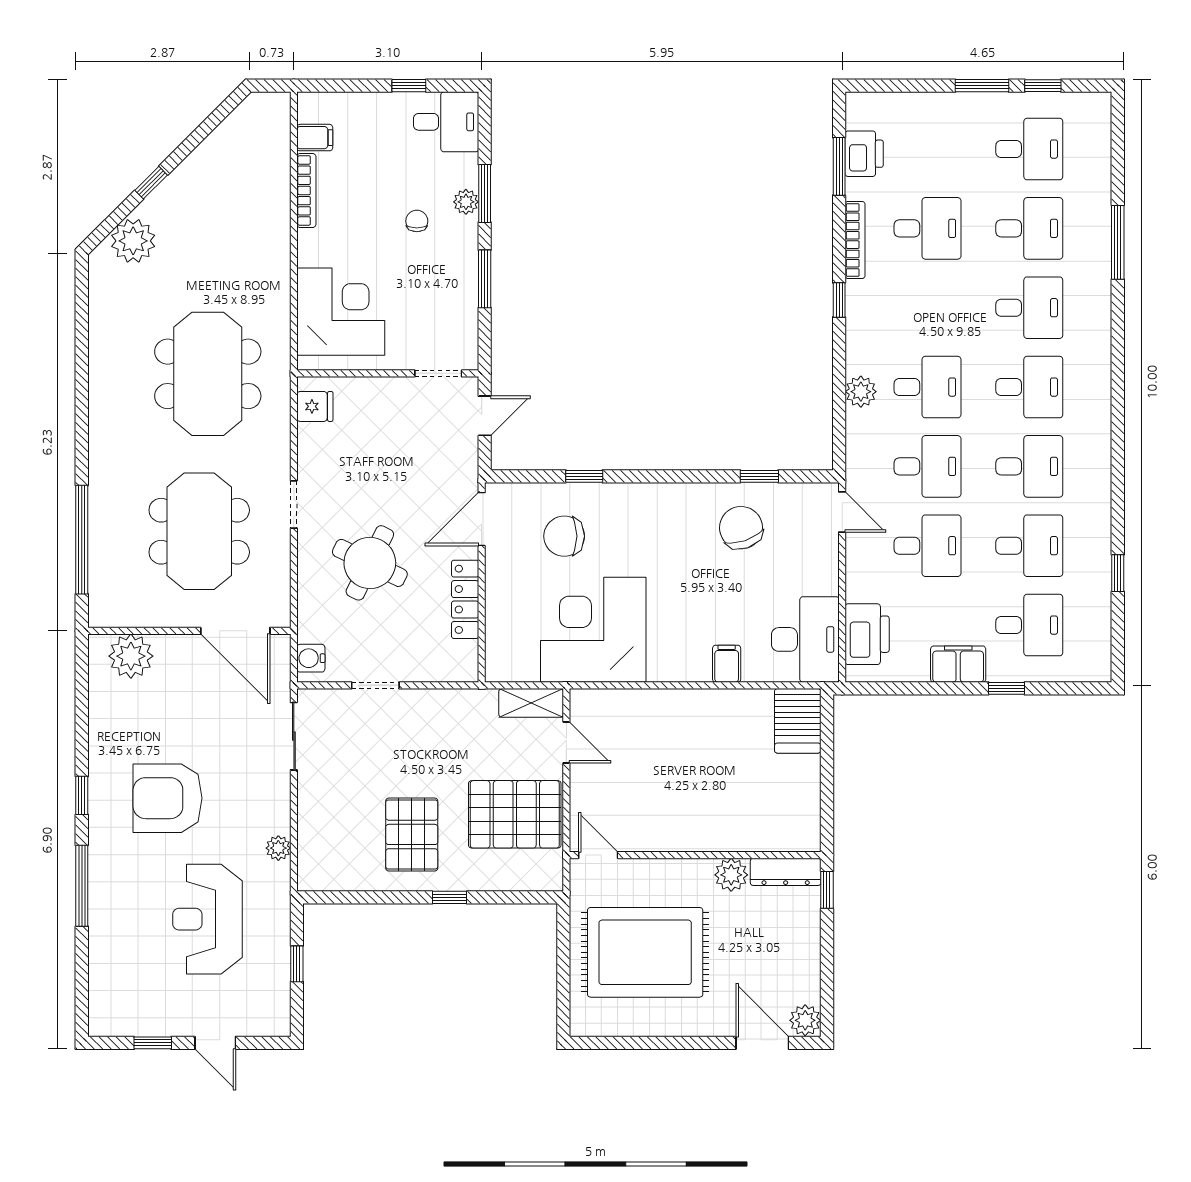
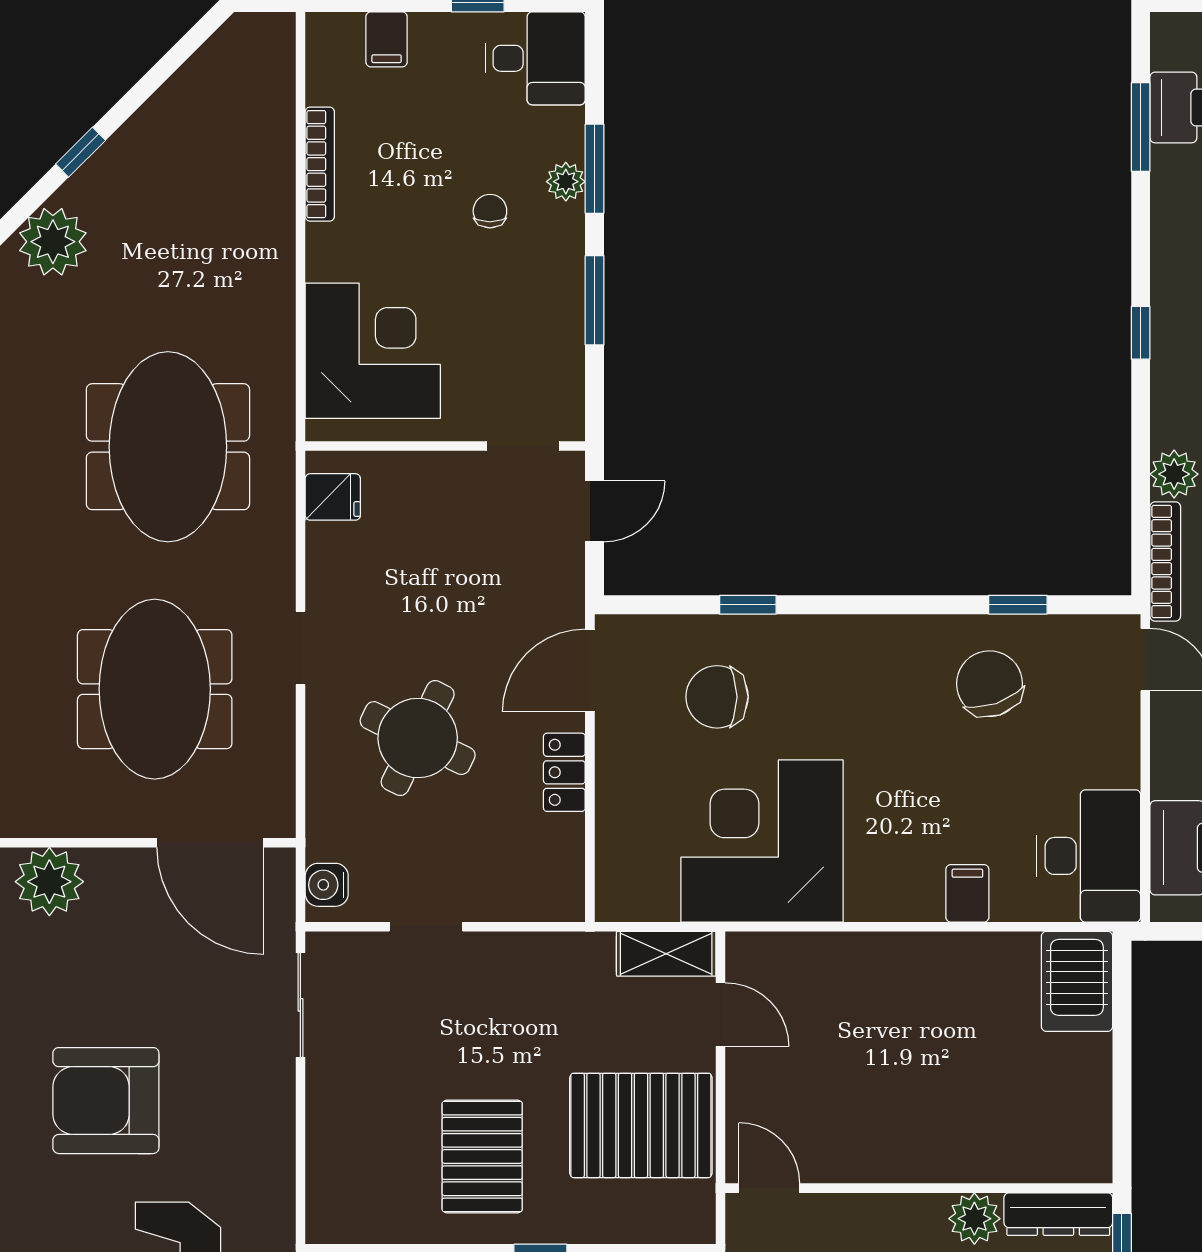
filing cabinet: (315, 138) -> (387, 39), moved, turned 90
bookcase: (855, 240) -> (1165, 562), moved
locker: (465, 599) -> (564, 772), width x0.66
plant: (278, 848) -> (277, 1177), removed

